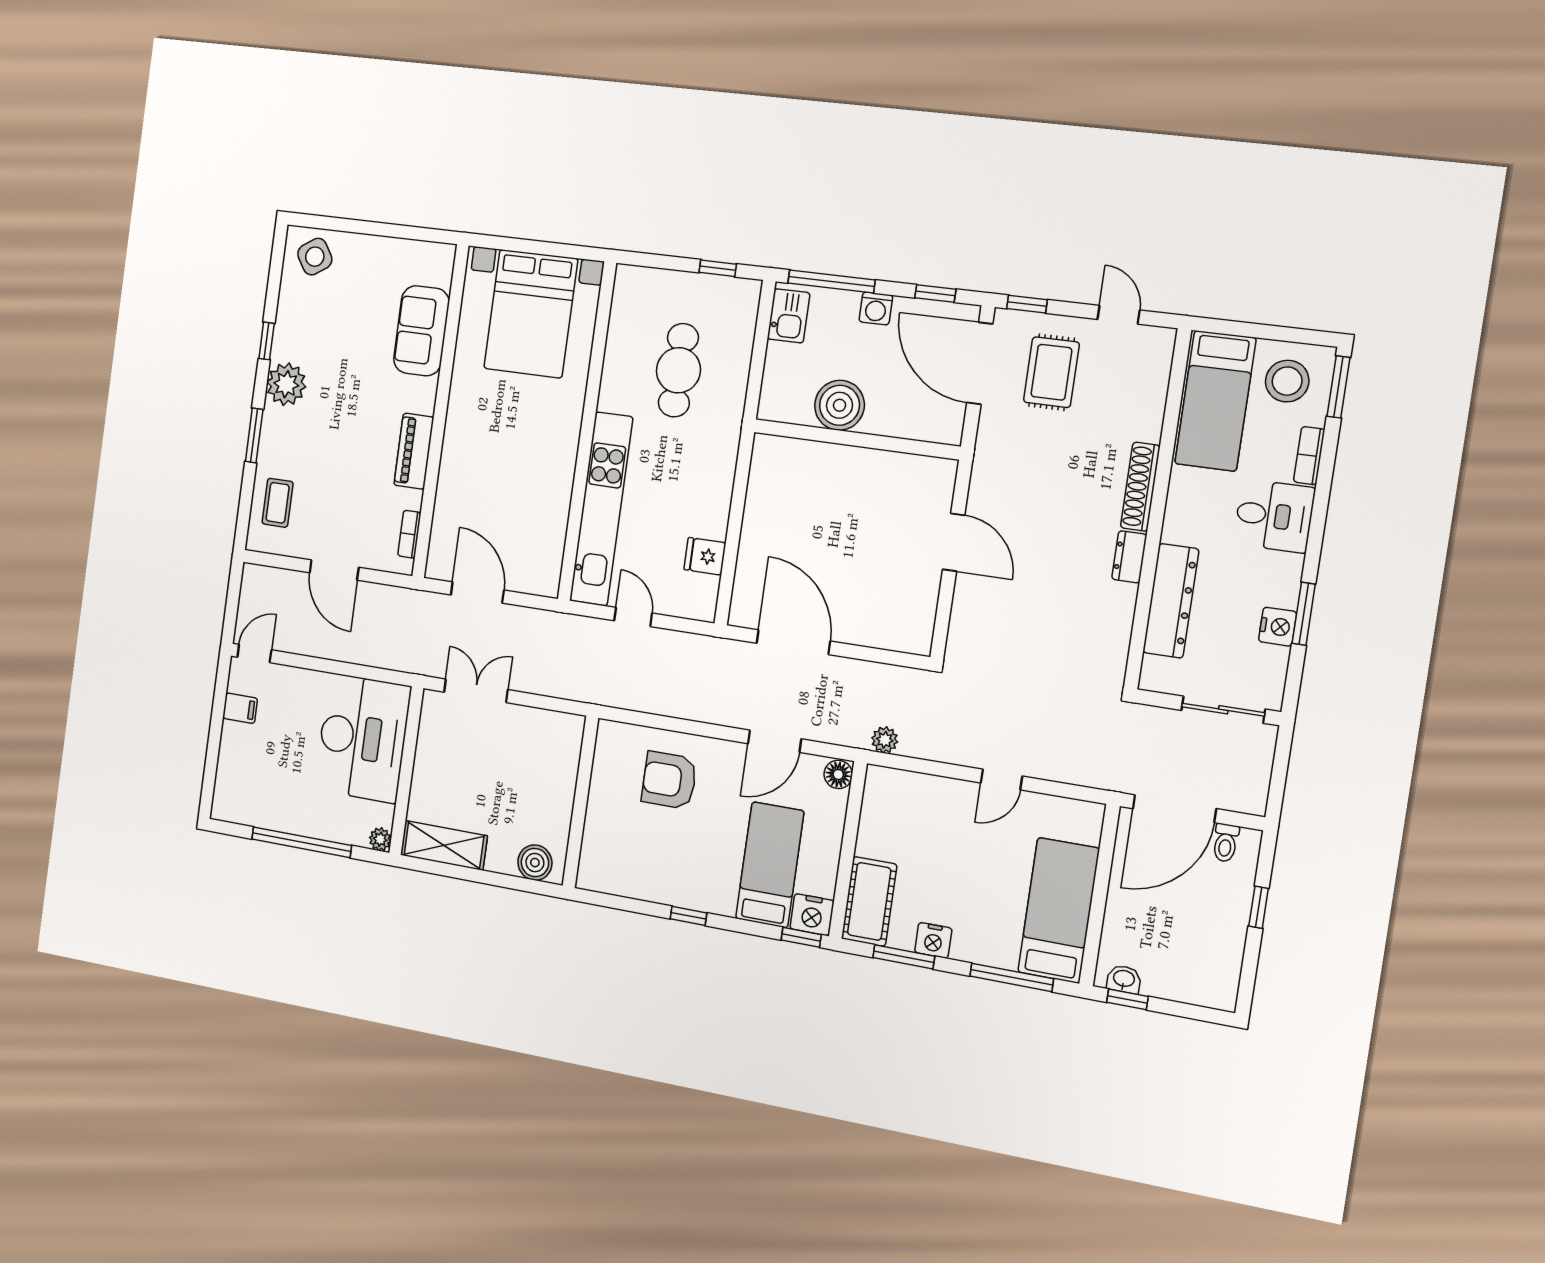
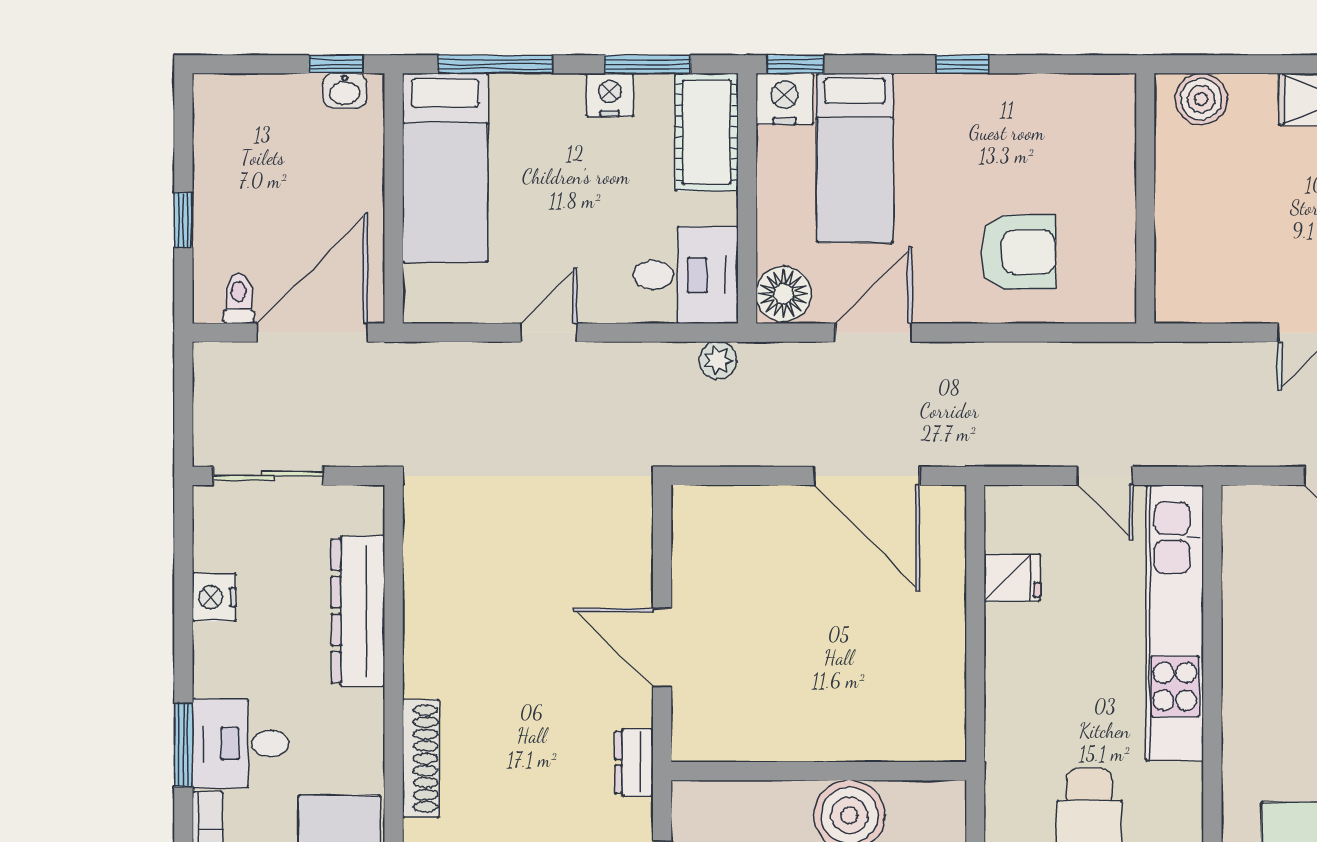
dresser: (1129, 557) -> (634, 762), moved, turned 180
window: (1304, 614) -> (183, 745), moved
floor lamp: (838, 774) -> (784, 294), width x1.38, depth x1.38
desk: (898, 804) -> (686, 275), added

